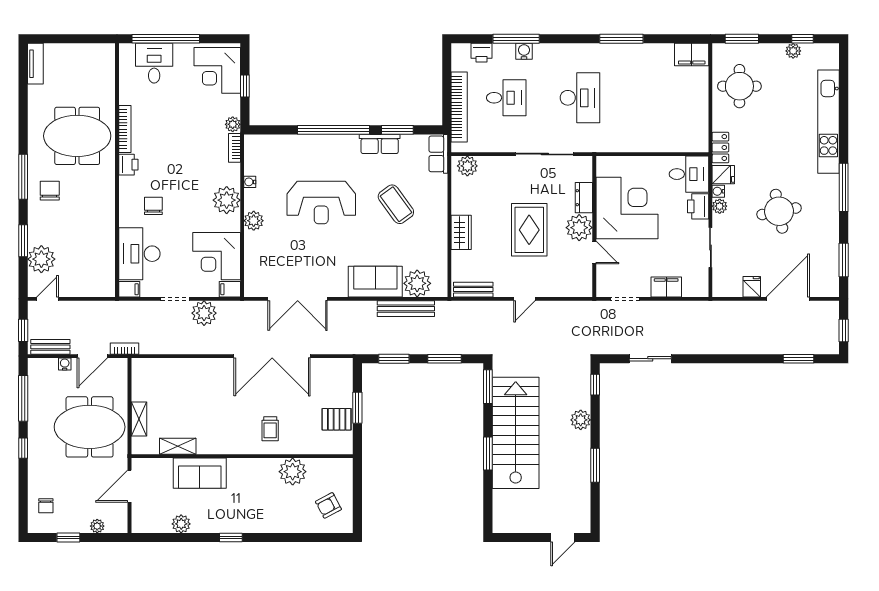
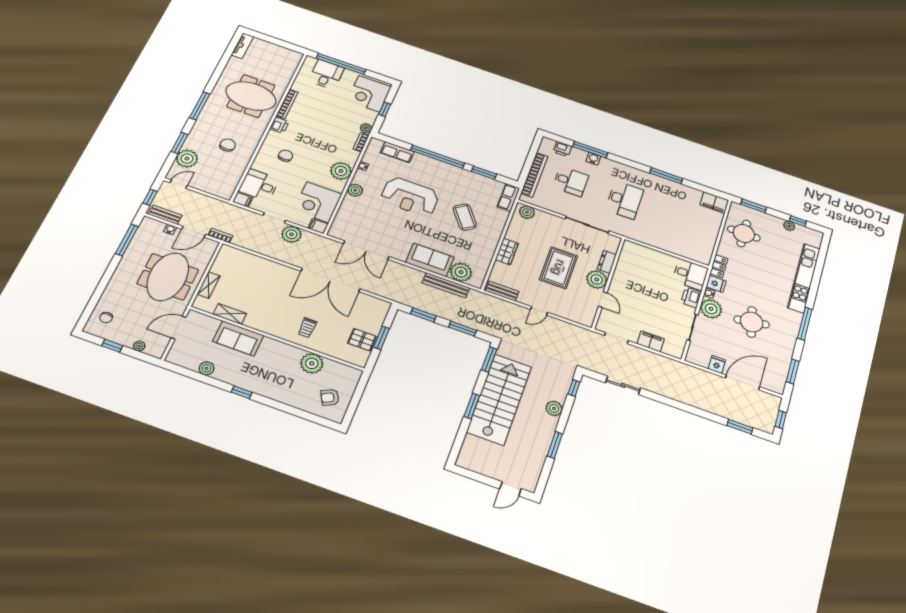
row of seats: (380, 144) -> (397, 152), moved
chair: (50, 191) -> (228, 145), moved
plant: (720, 206) -> (711, 309), width x1.87, depth x1.87
corner desk: (627, 208) -> (637, 280), removed
desk: (139, 254) -> (259, 185), width x0.73
meeting table: (90, 427) -> (168, 277), turned 90
window: (23, 448) -> (109, 273), removed

